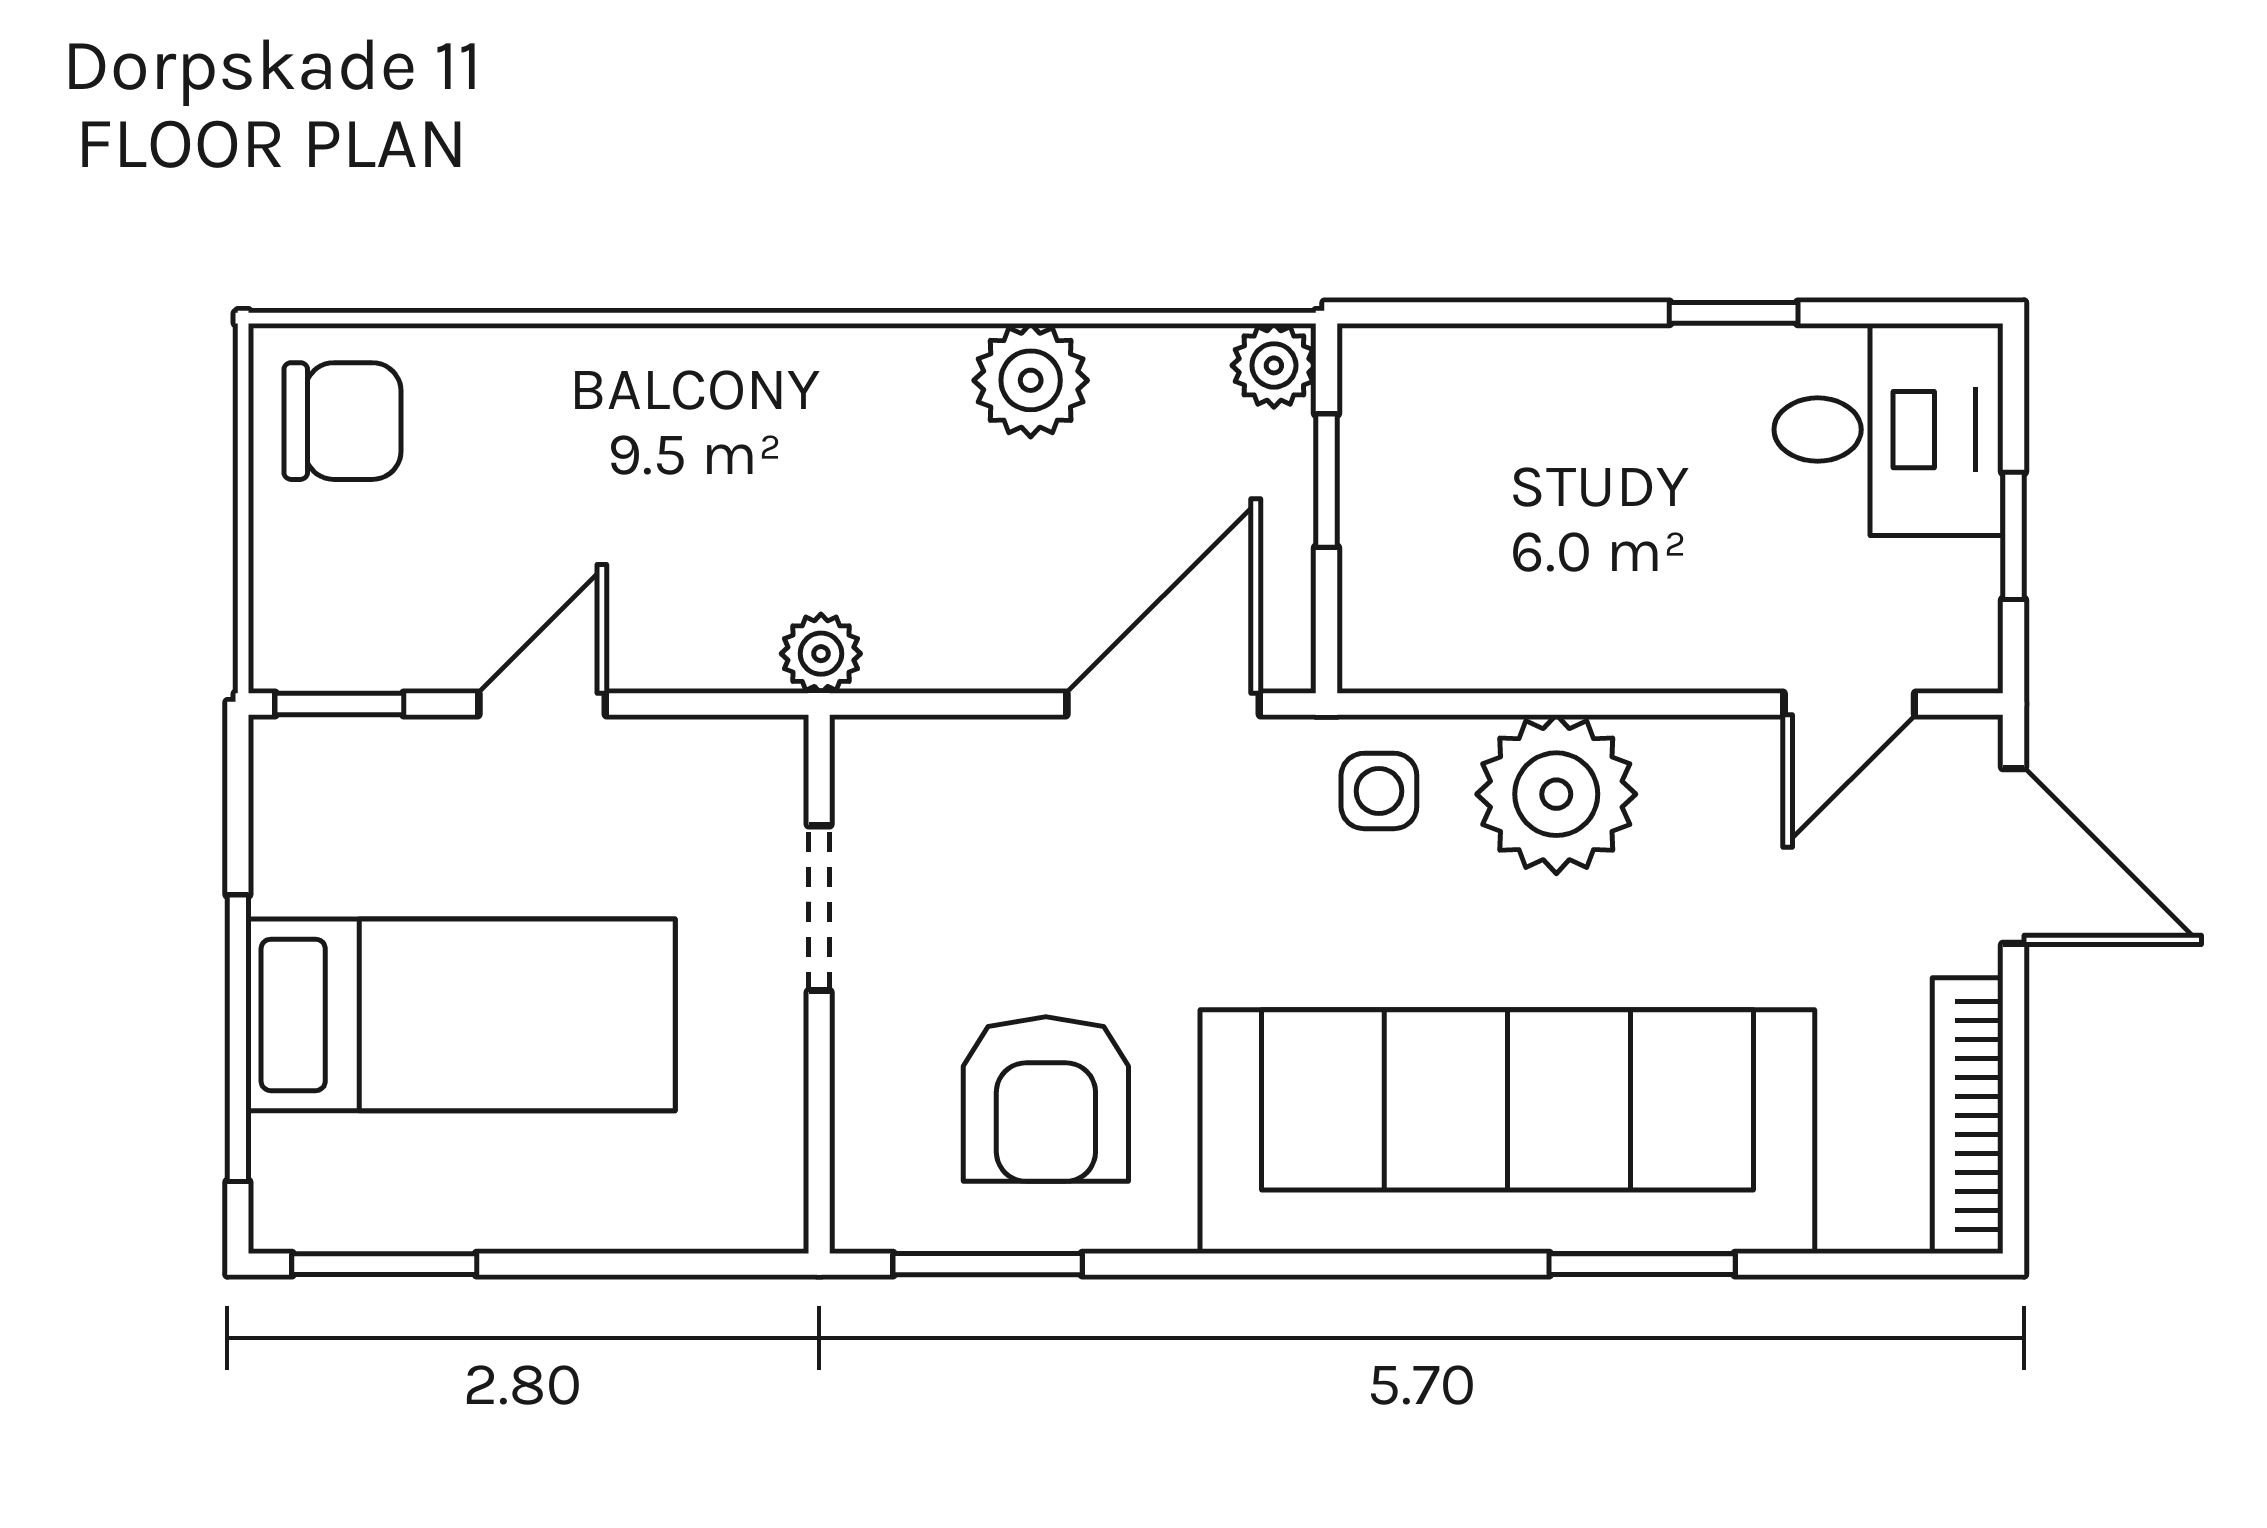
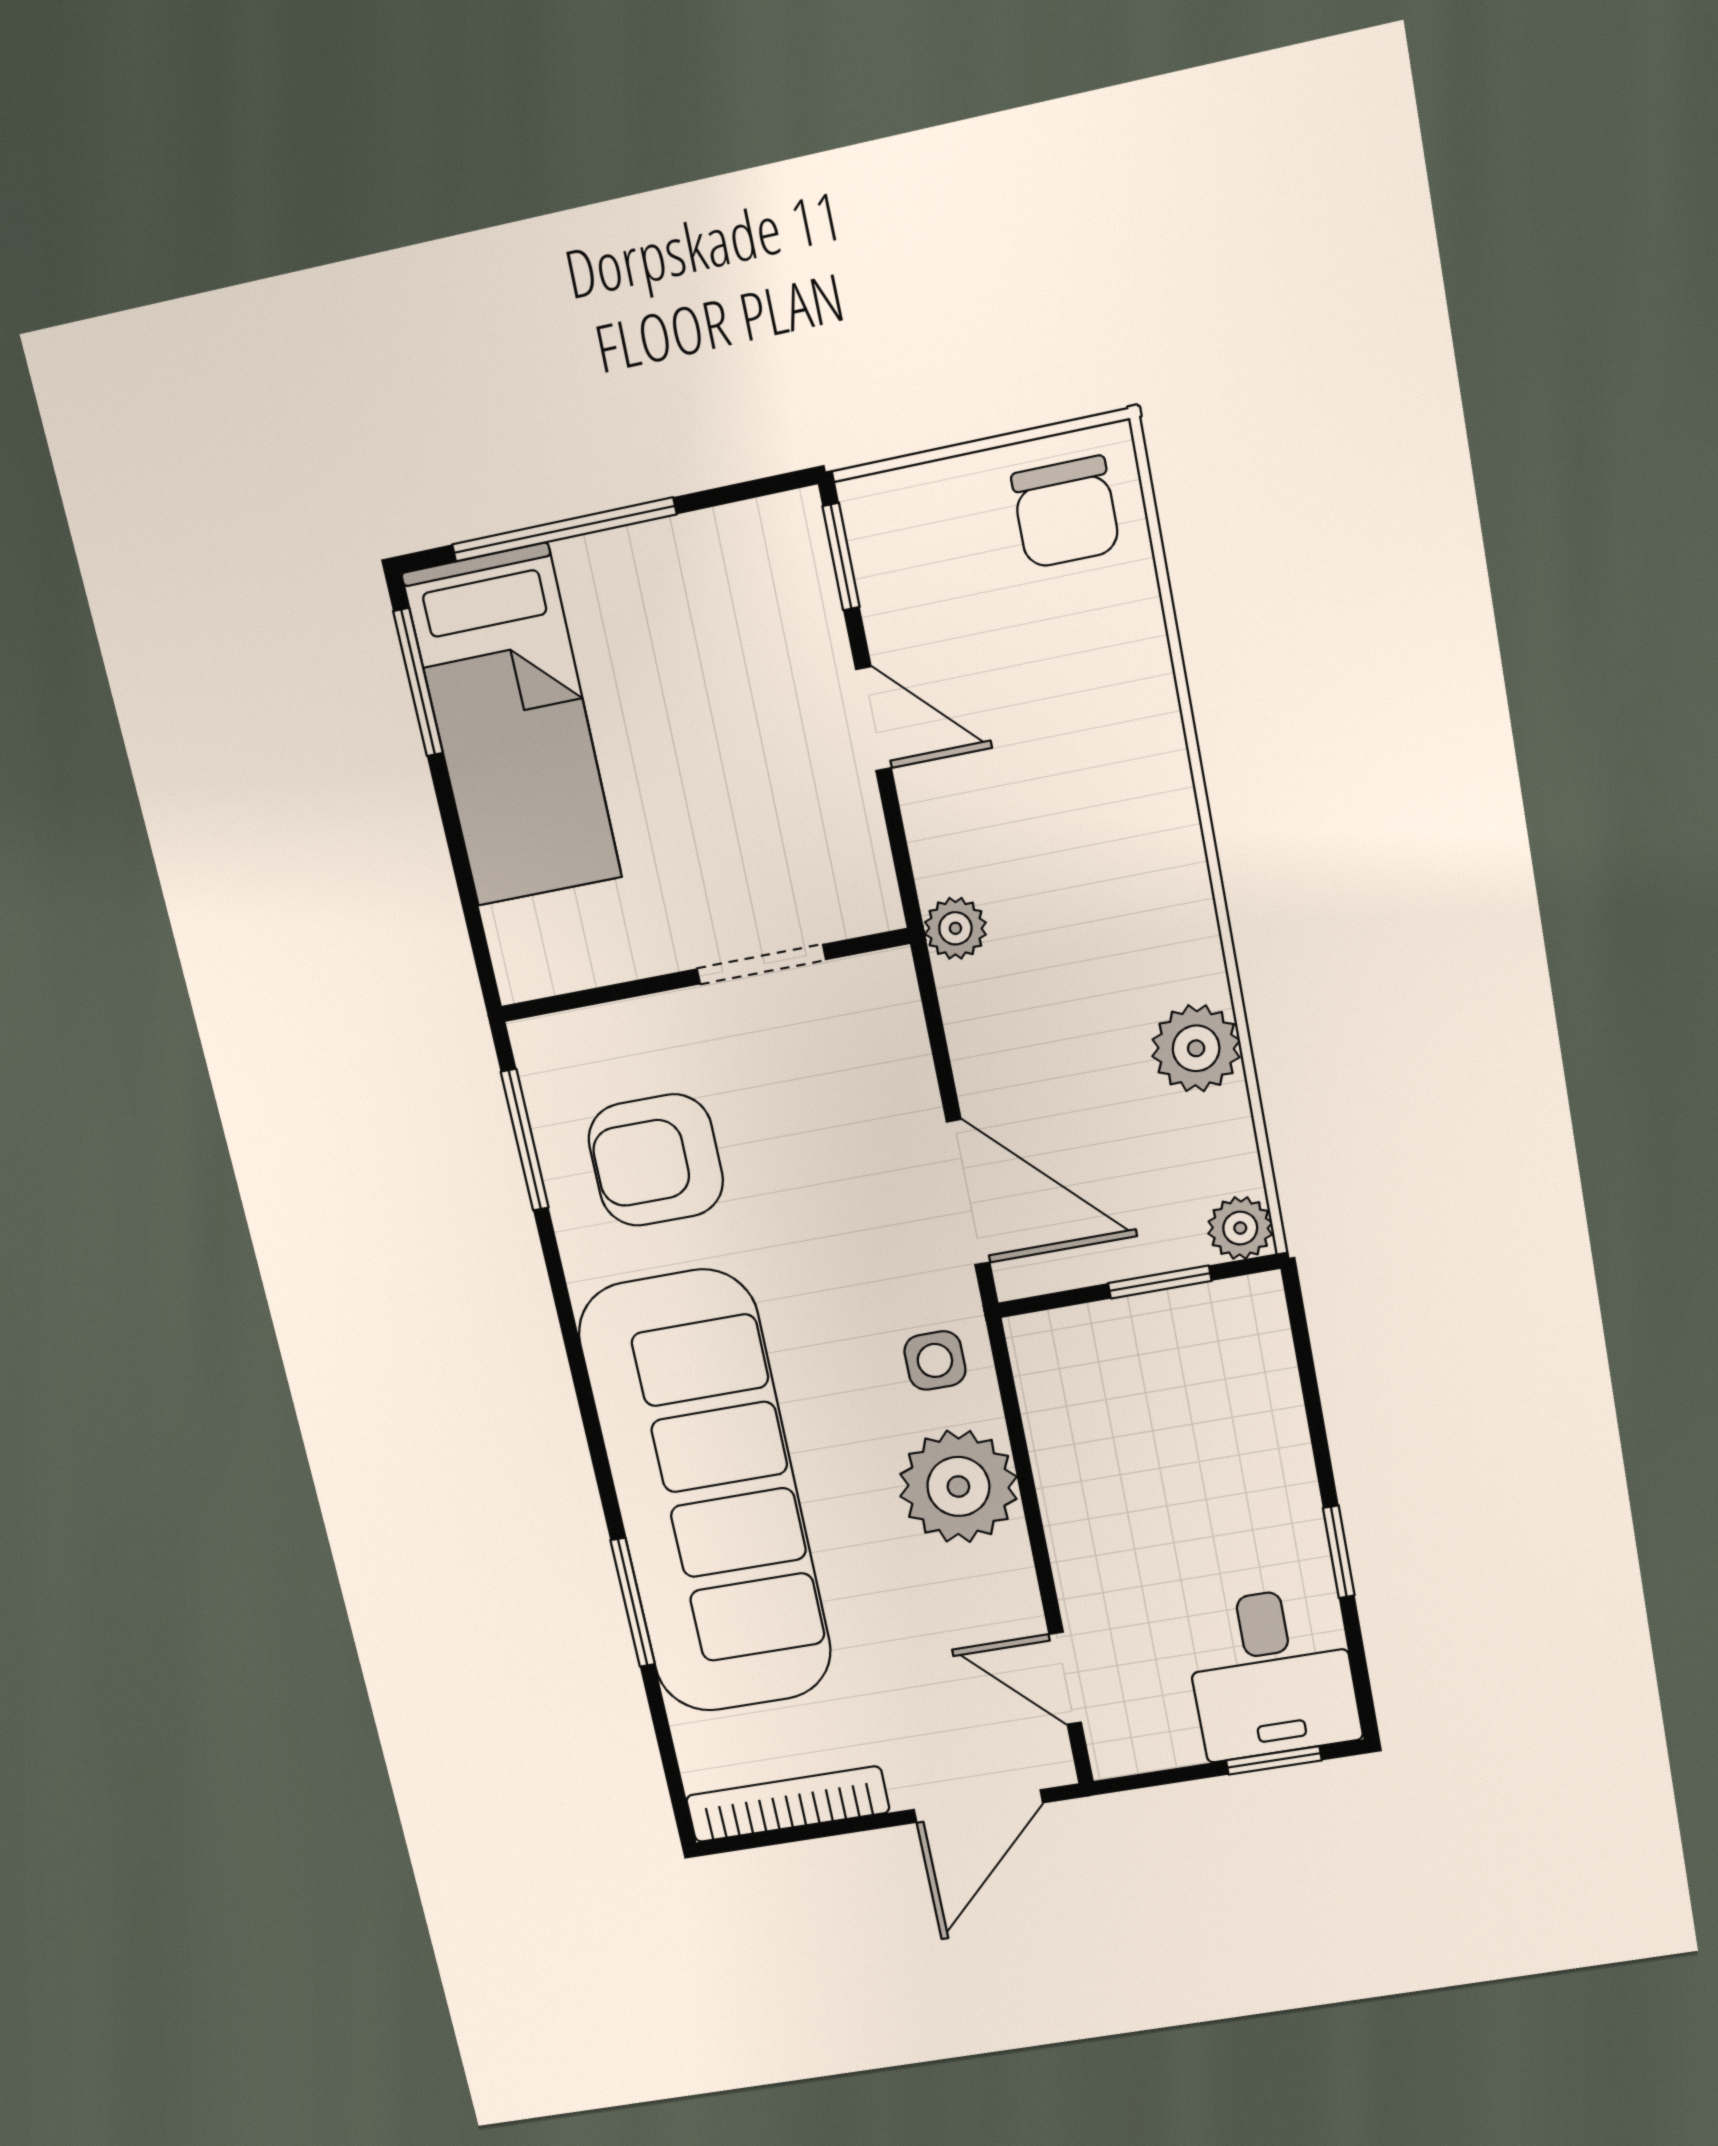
window: (2014, 536) -> (1274, 1760), moved
bed: (462, 1015) -> (513, 726), moved

